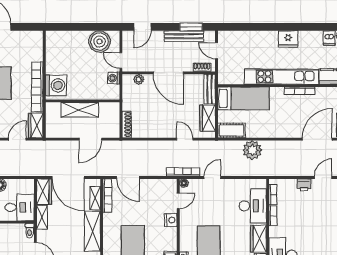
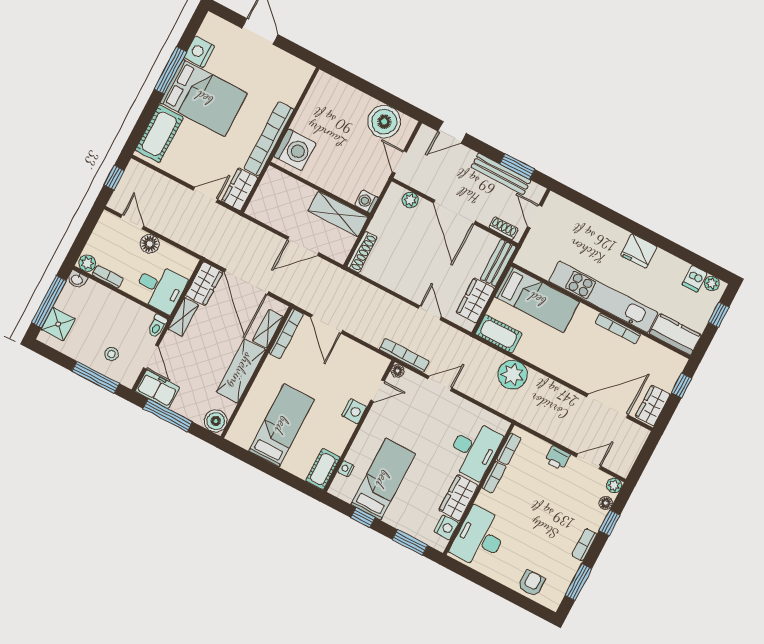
washing machine: (114, 78) -> (366, 202), moved
shelving: (80, 110) -> (338, 214), moved

